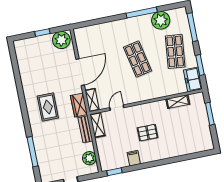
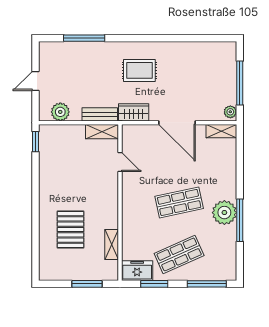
plant: (161, 20) -> (224, 213), moved
window: (42, 33) -> (240, 83), width x2.17
plant: (61, 40) -> (230, 112), width x0.53, depth x0.53
shop shelf: (175, 51) -> (179, 254), turned -30
shelving: (92, 100) -> (221, 131), moved
pallet: (148, 133) -> (71, 230), moved, width x1.50, depth x1.42
filing cabinet: (134, 158) -> (48, 171), removed

